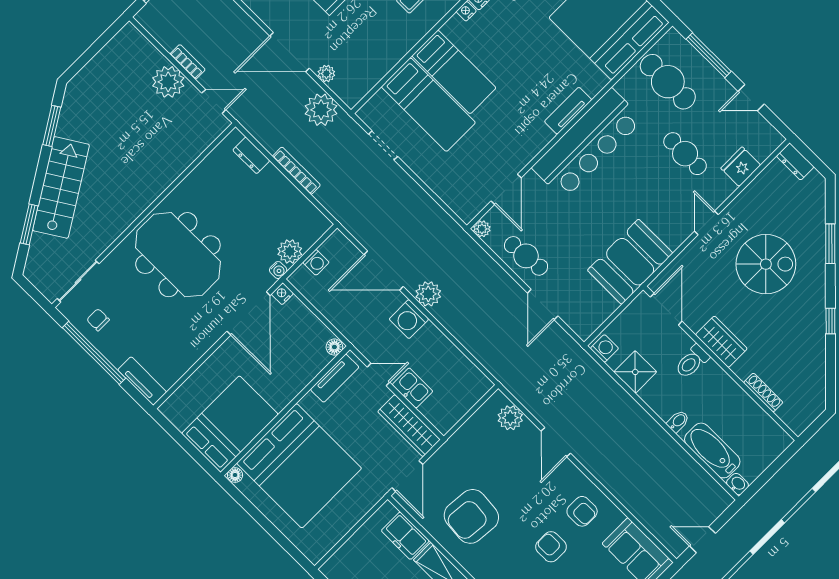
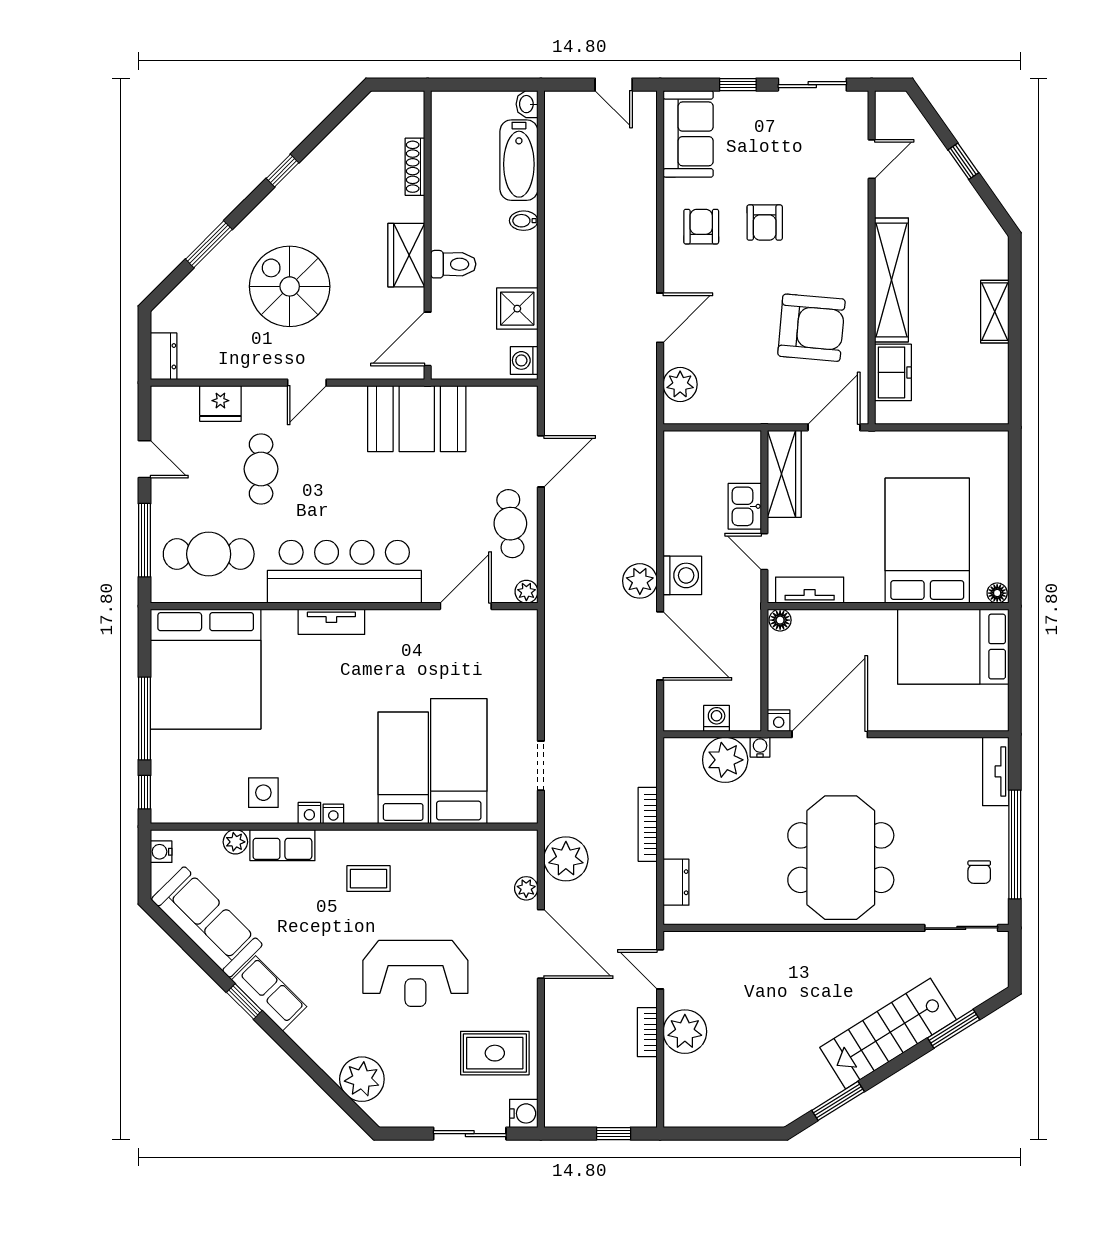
cafe table: (668, 82) -> (209, 554), turned 90
plant: (290, 251) -> (725, 760), width x1.36, depth x1.36
bed: (299, 466) -> (927, 541), width x0.73

